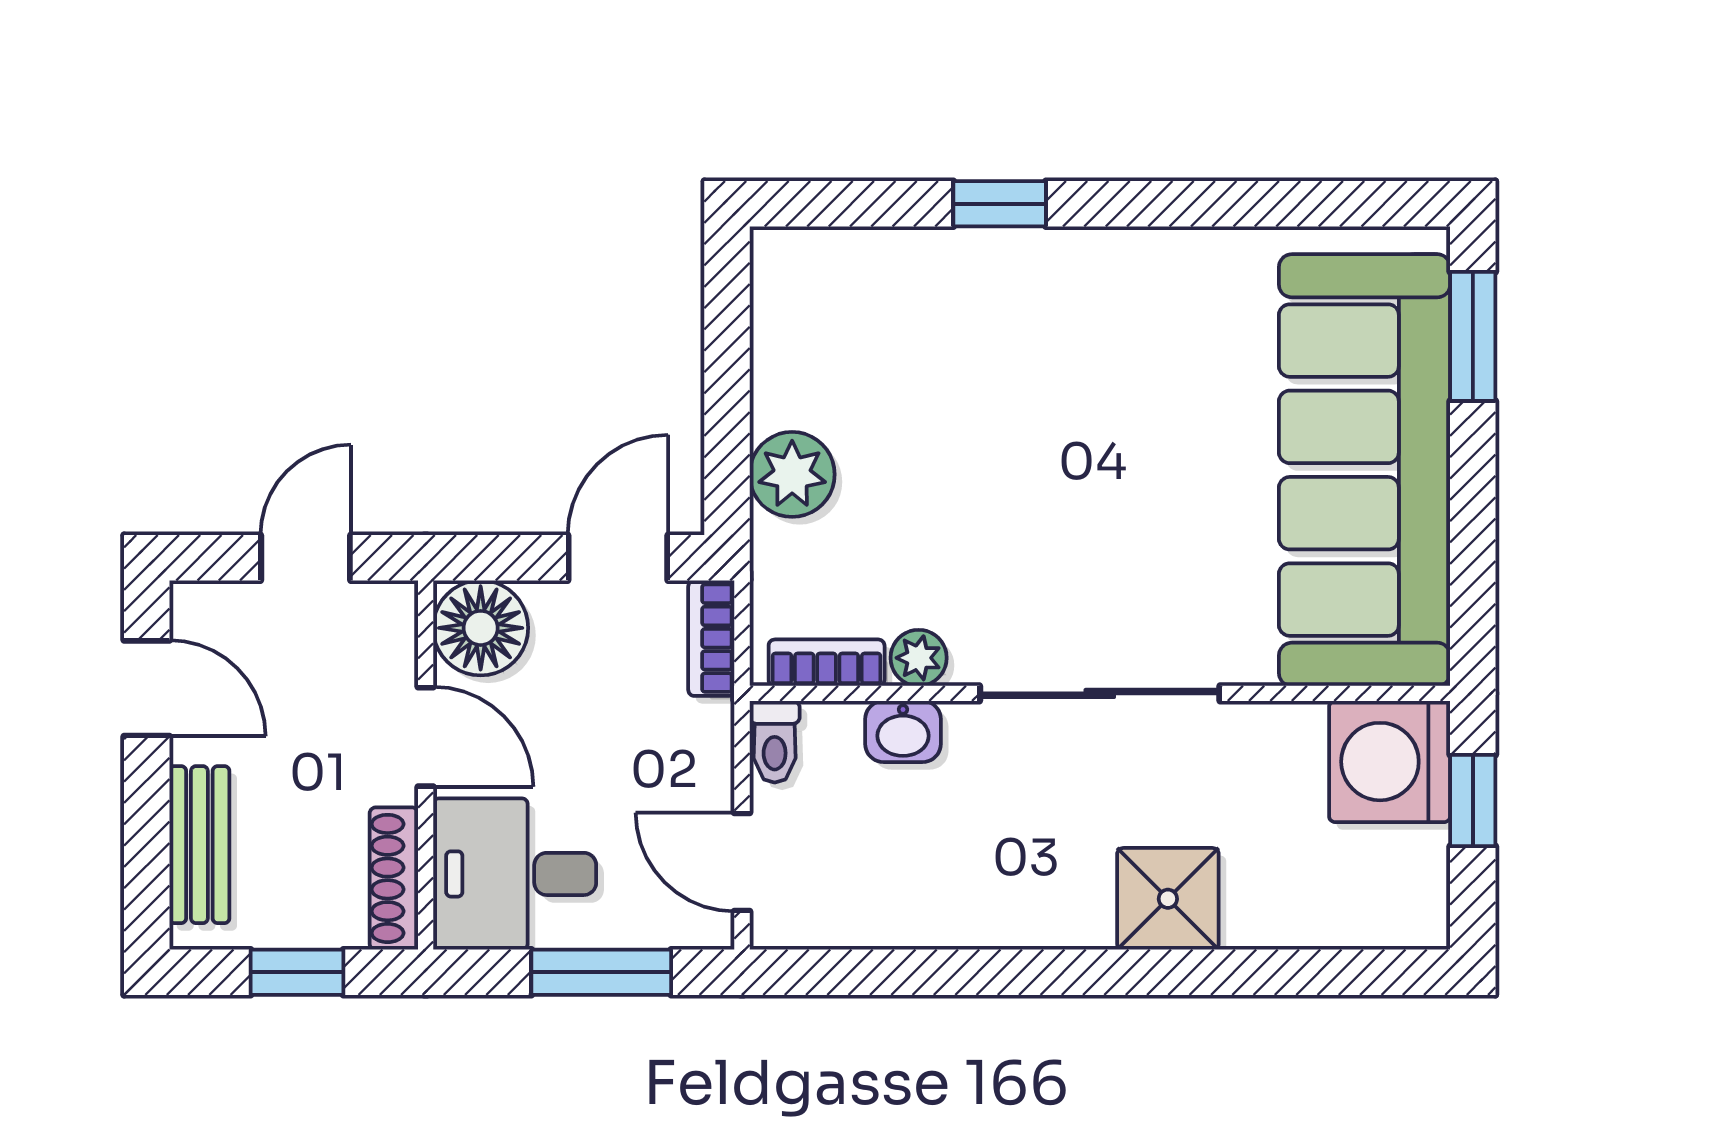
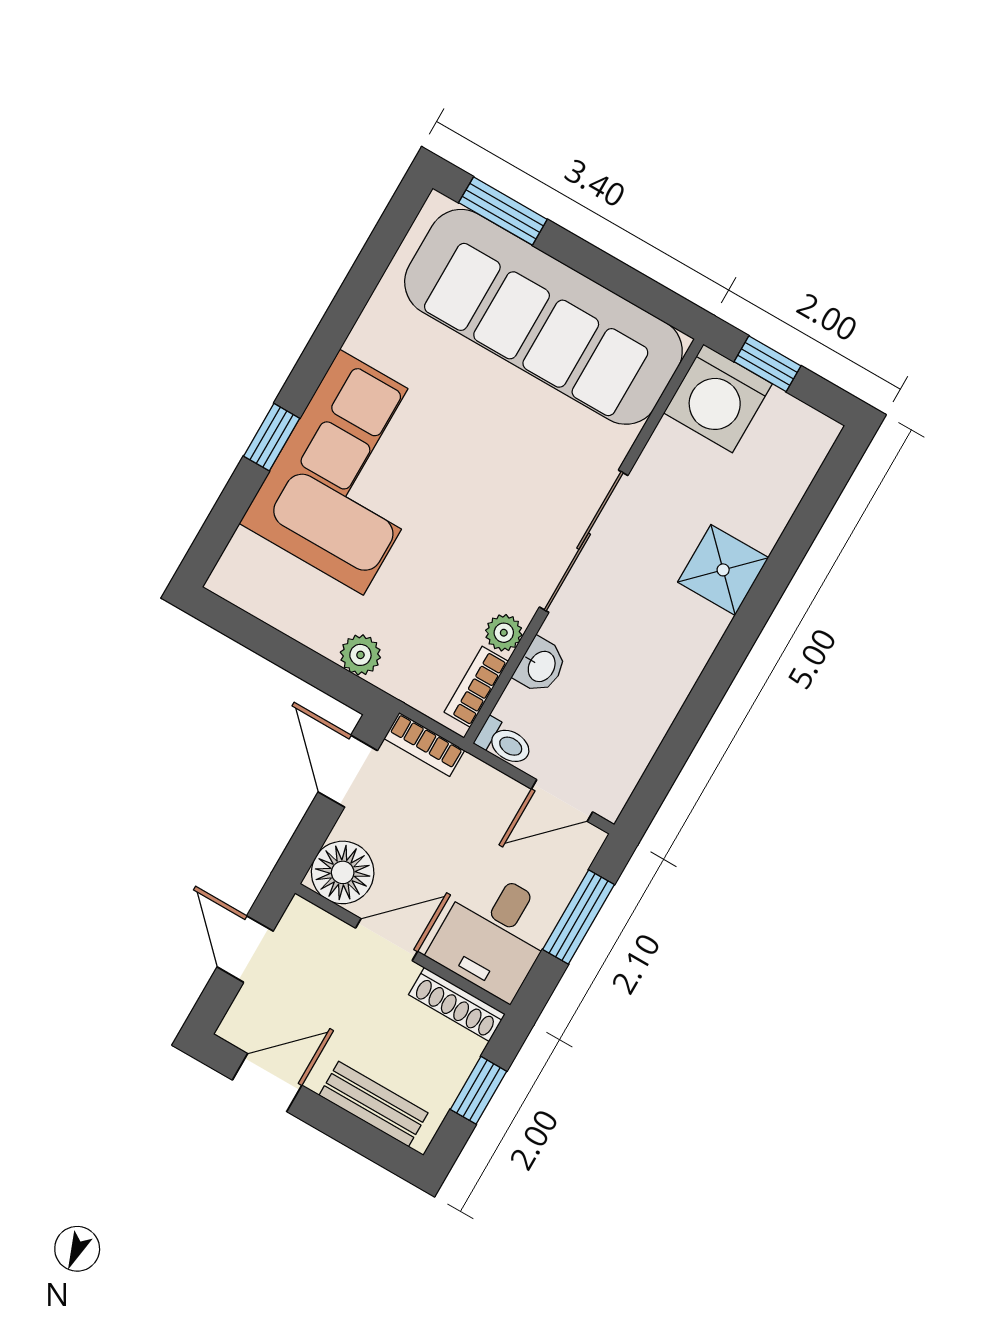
corner sofa: (1014, 335) -> (351, 472), added
plant: (792, 474) -> (360, 655), width x0.73, depth x0.73

